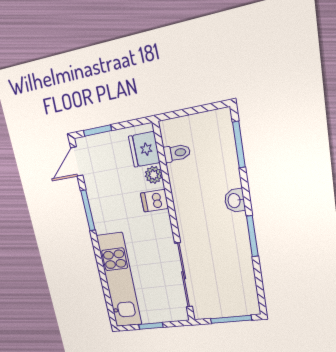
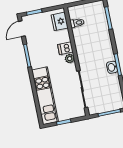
plant: (154, 175) -> (70, 59), moved
washbasin: (235, 201) -> (112, 67), moved

